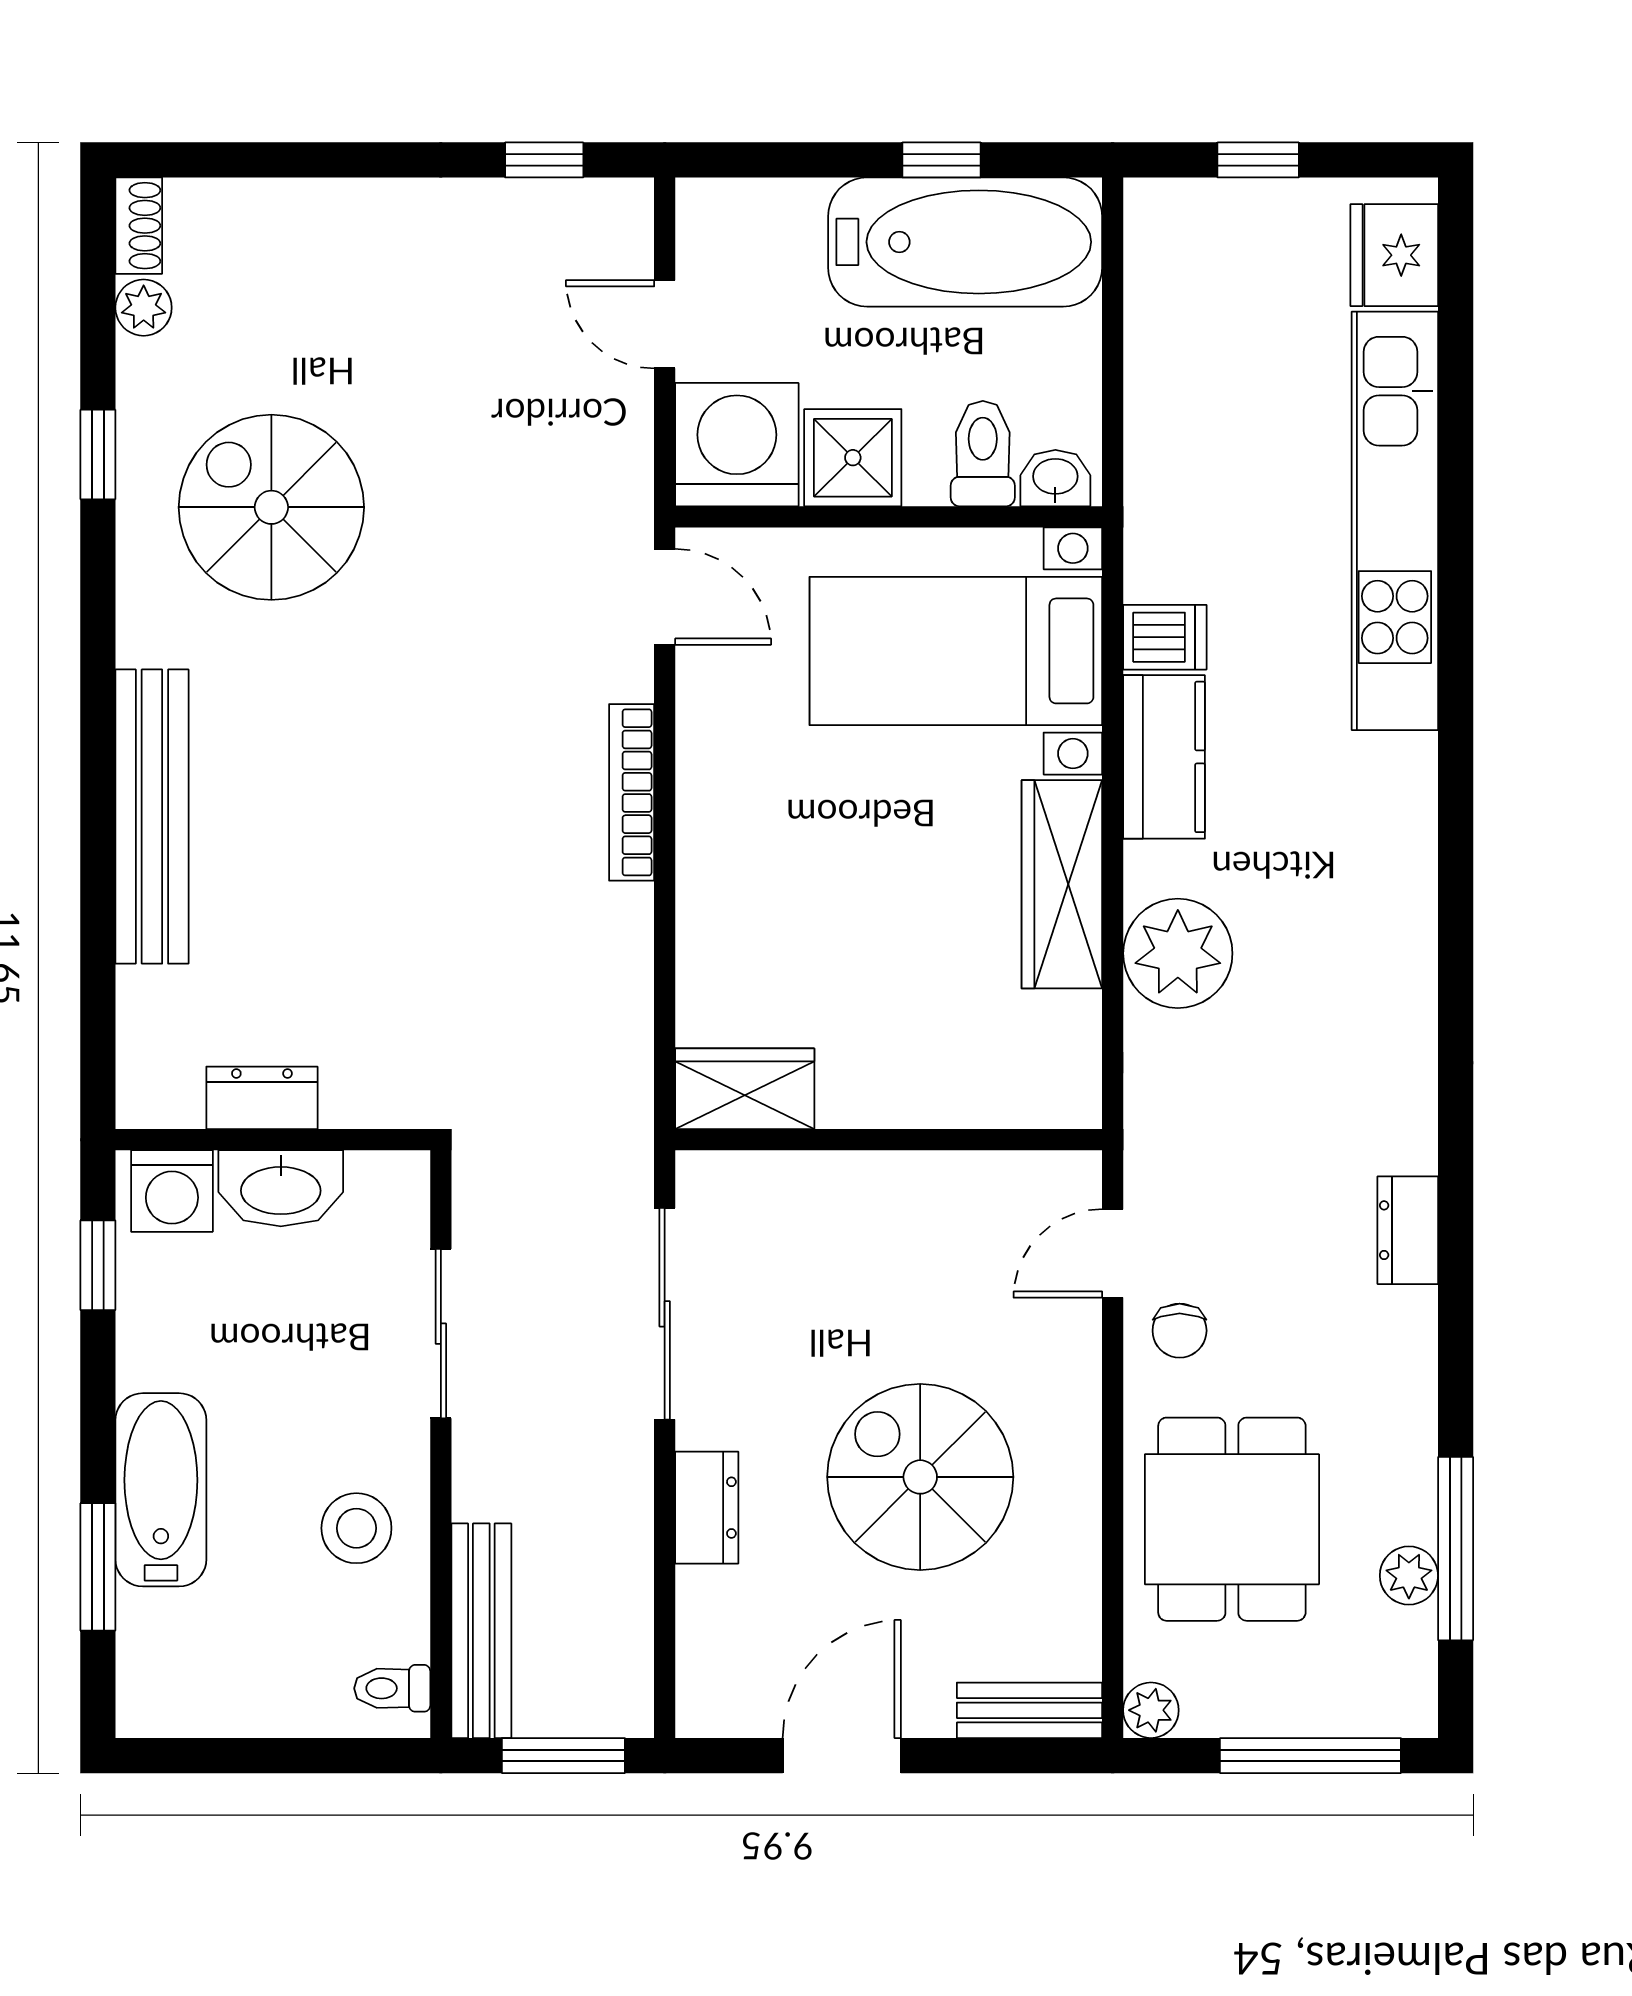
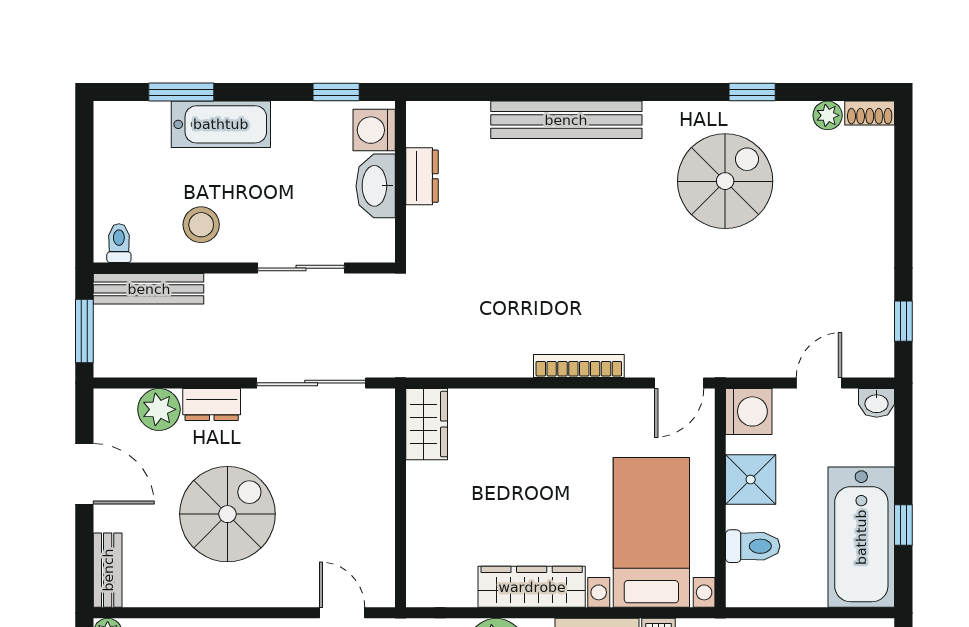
washing machine: (737, 445) -> (749, 411), width x0.73, depth x0.73
washbasin: (1055, 478) -> (877, 403), moved, turned 90
plant: (716, 1610) -> (159, 409), added

